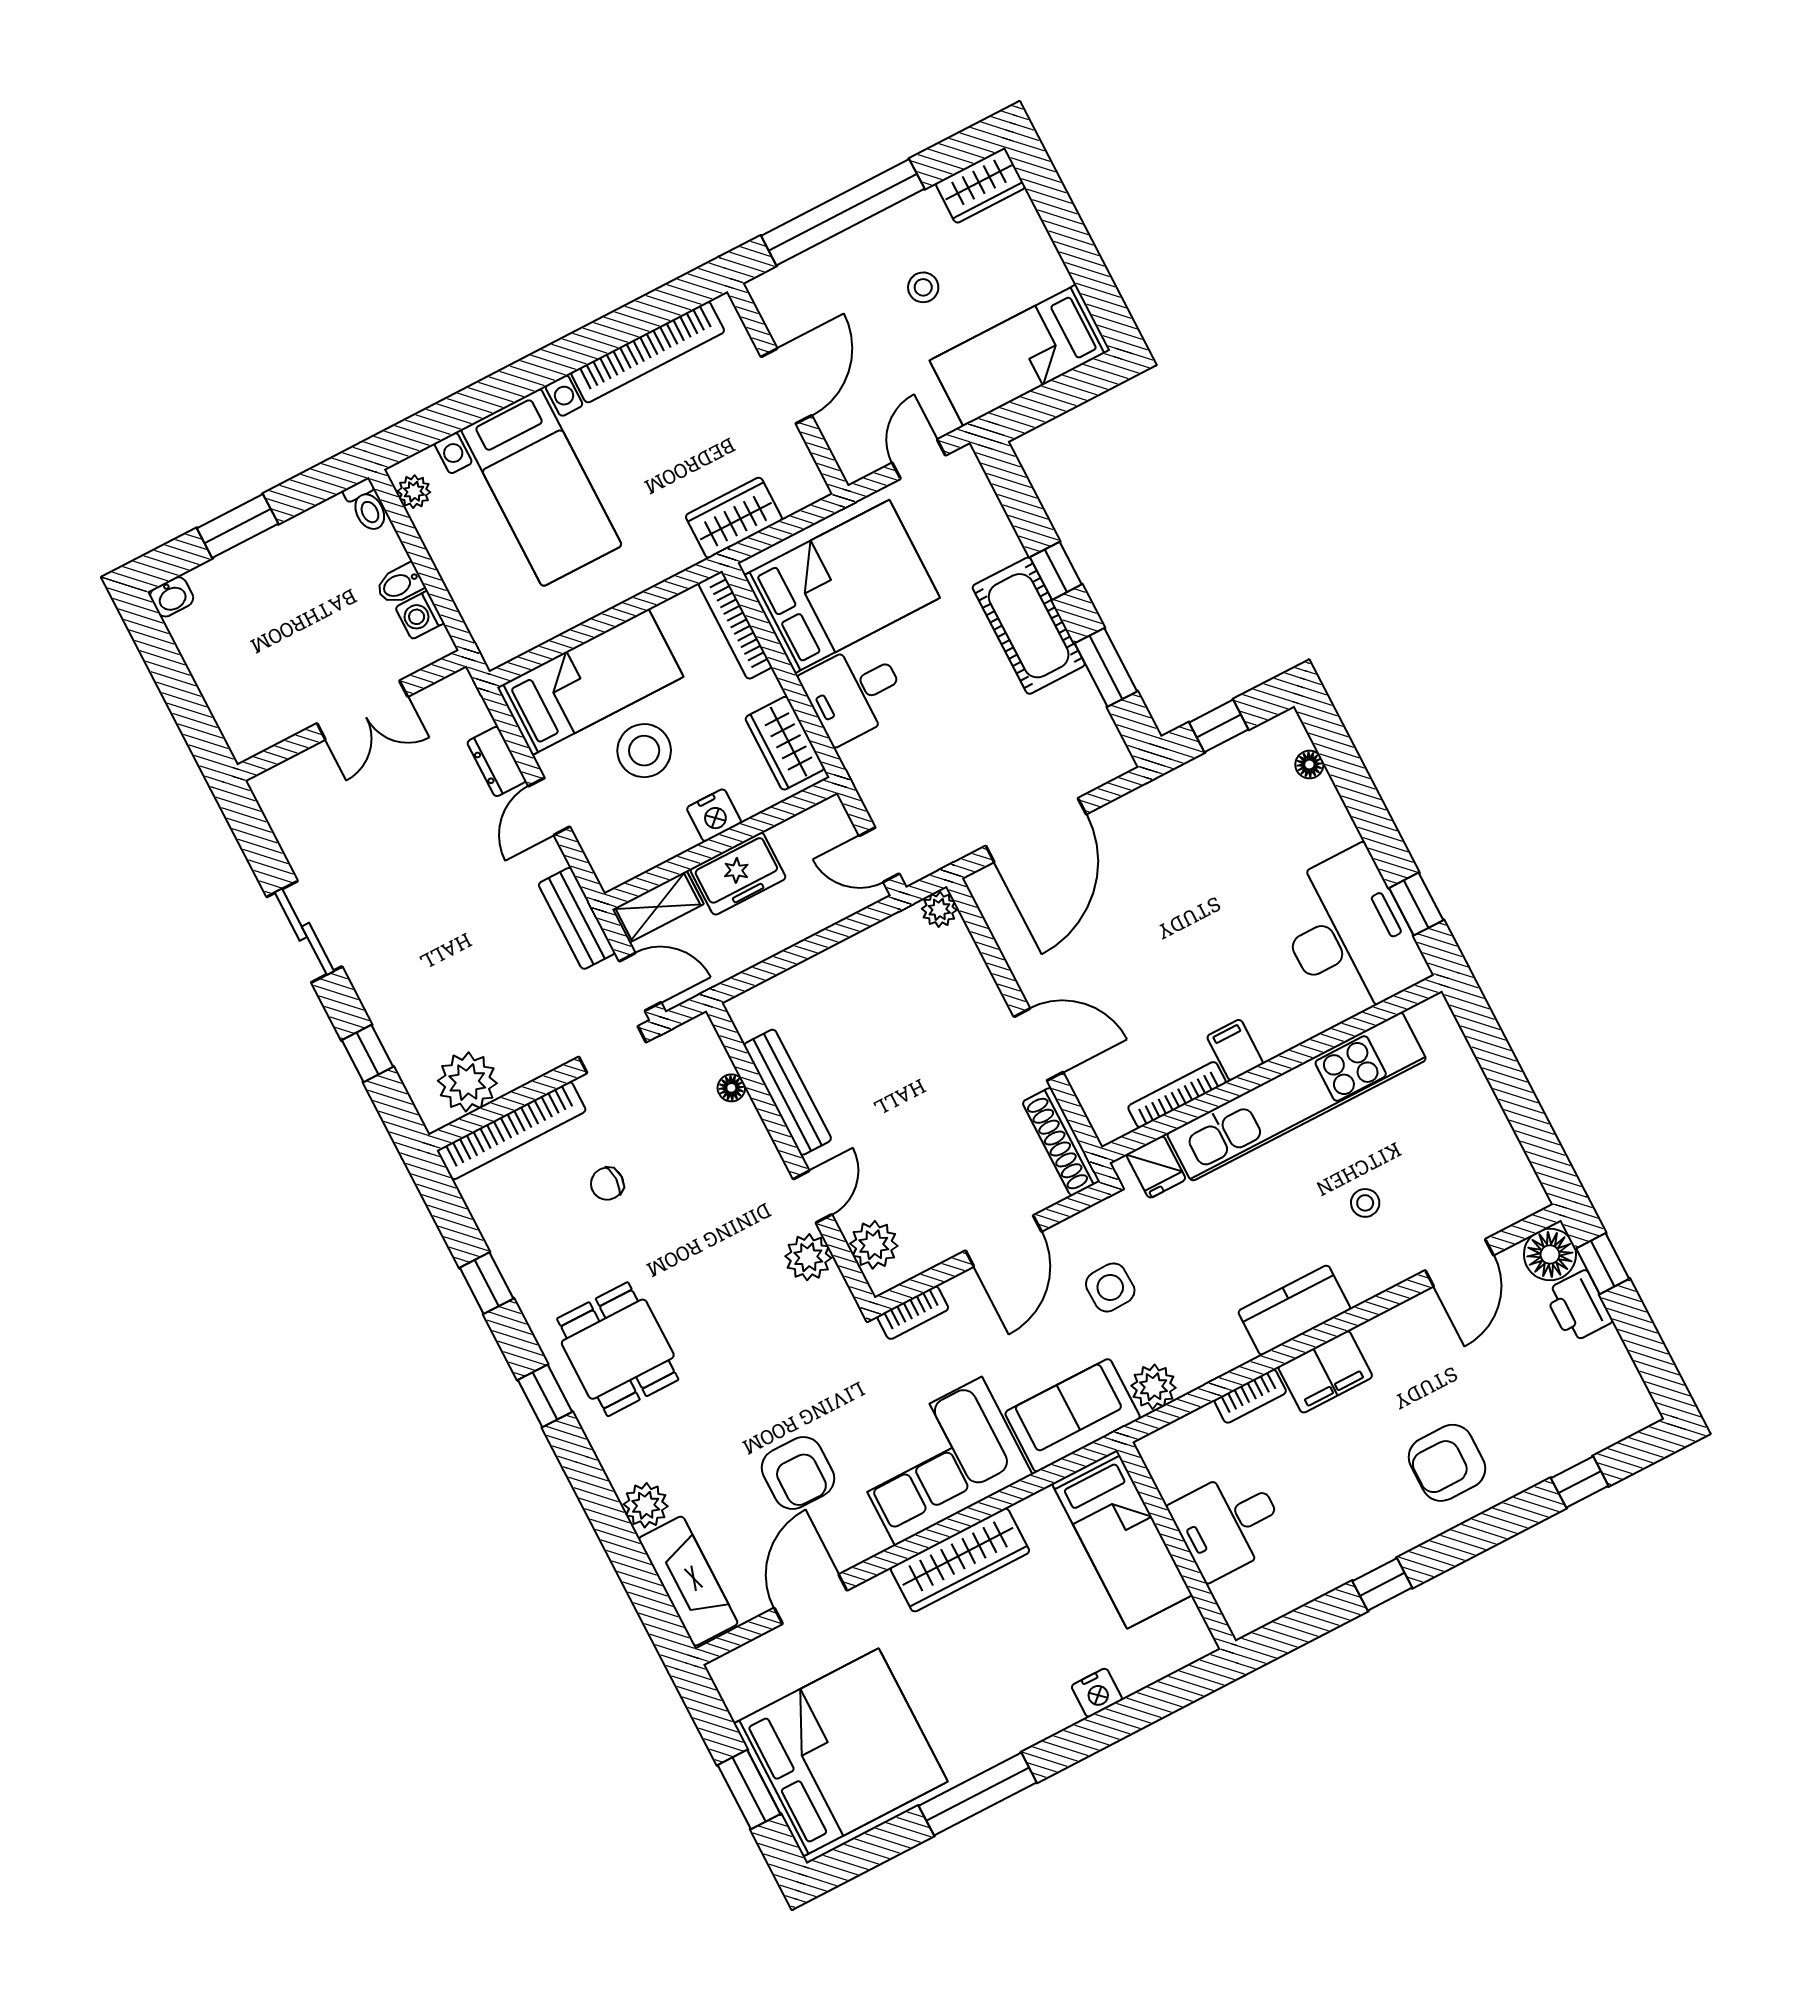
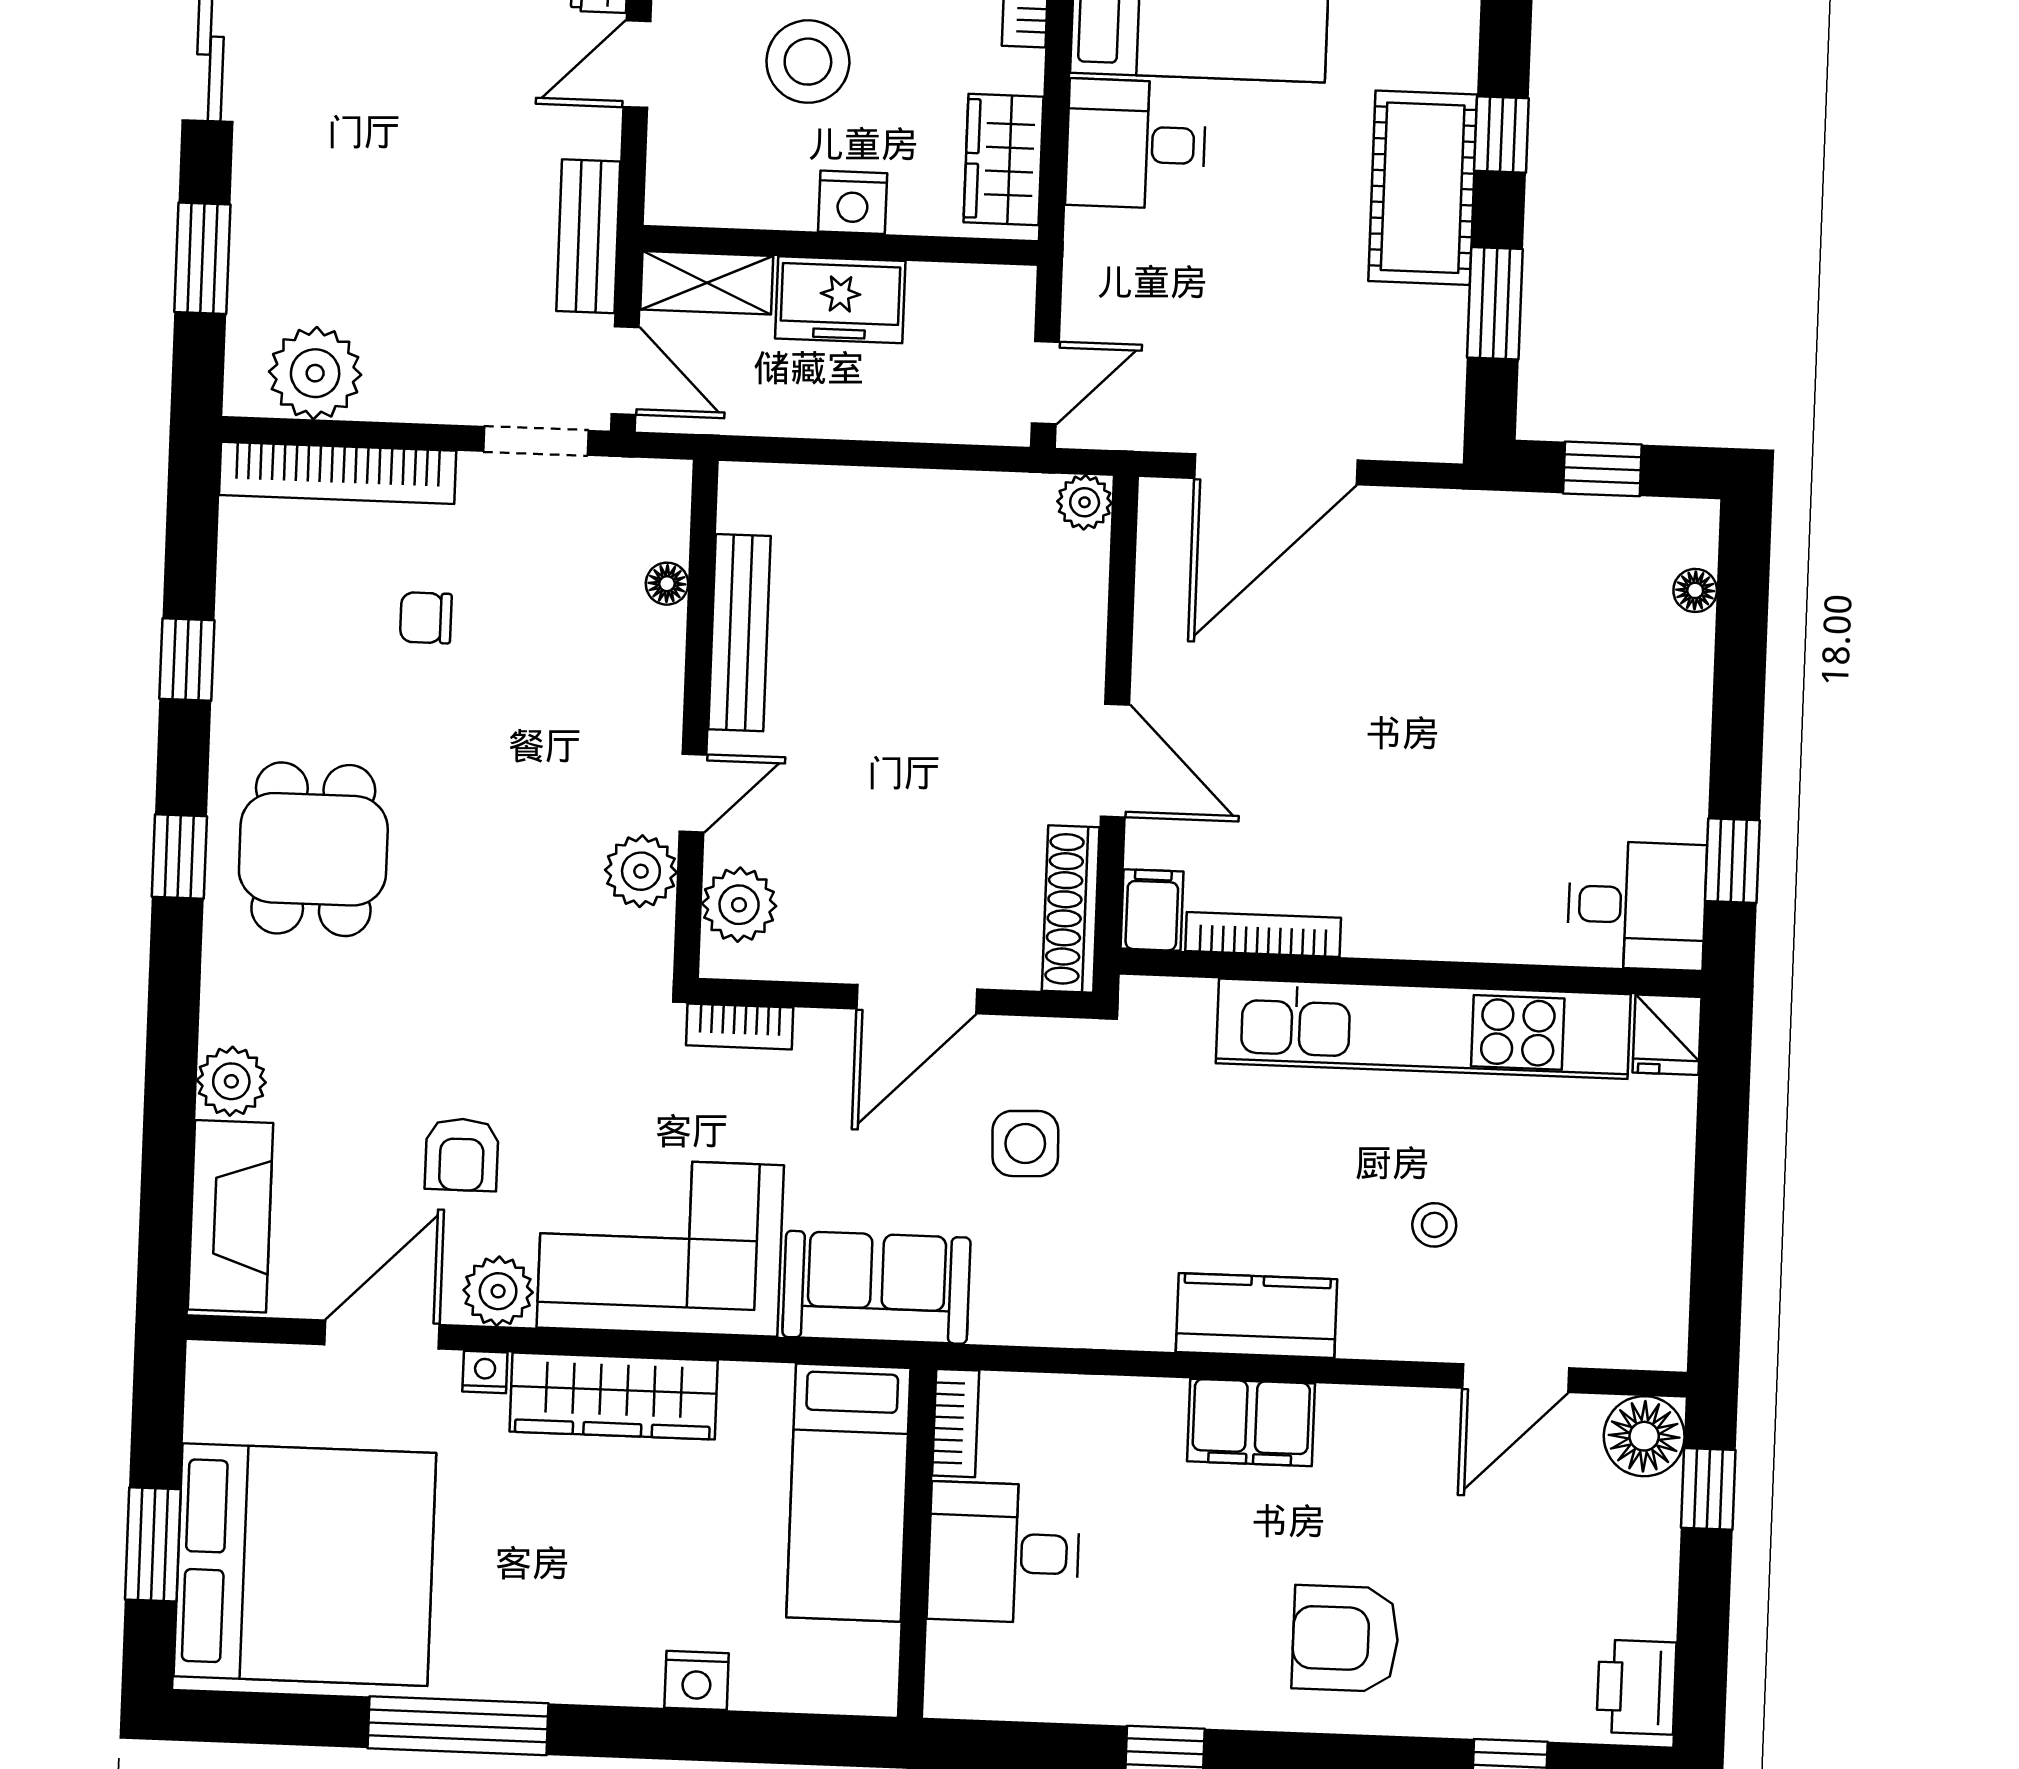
door: (879, 855) -> (1045, 382), swing flipped
desk: (1349, 934) -> (1637, 905), width x0.53, depth x0.77
filing cabinet: (1235, 1050) -> (1152, 910), moved
window: (368, 1053) -> (202, 258), width x1.50
fridge: (1156, 1167) -> (1667, 1035), moved
printer: (1578, 1306) -> (1636, 1687), moved
plant: (1154, 1387) -> (498, 1291), moved
bookcase: (1250, 1396) -> (956, 1423), moved, turned -90
armchair: (798, 1473) -> (462, 1155), width x0.72, depth x0.72
nightstand: (880, 1587) -> (485, 1372), added

